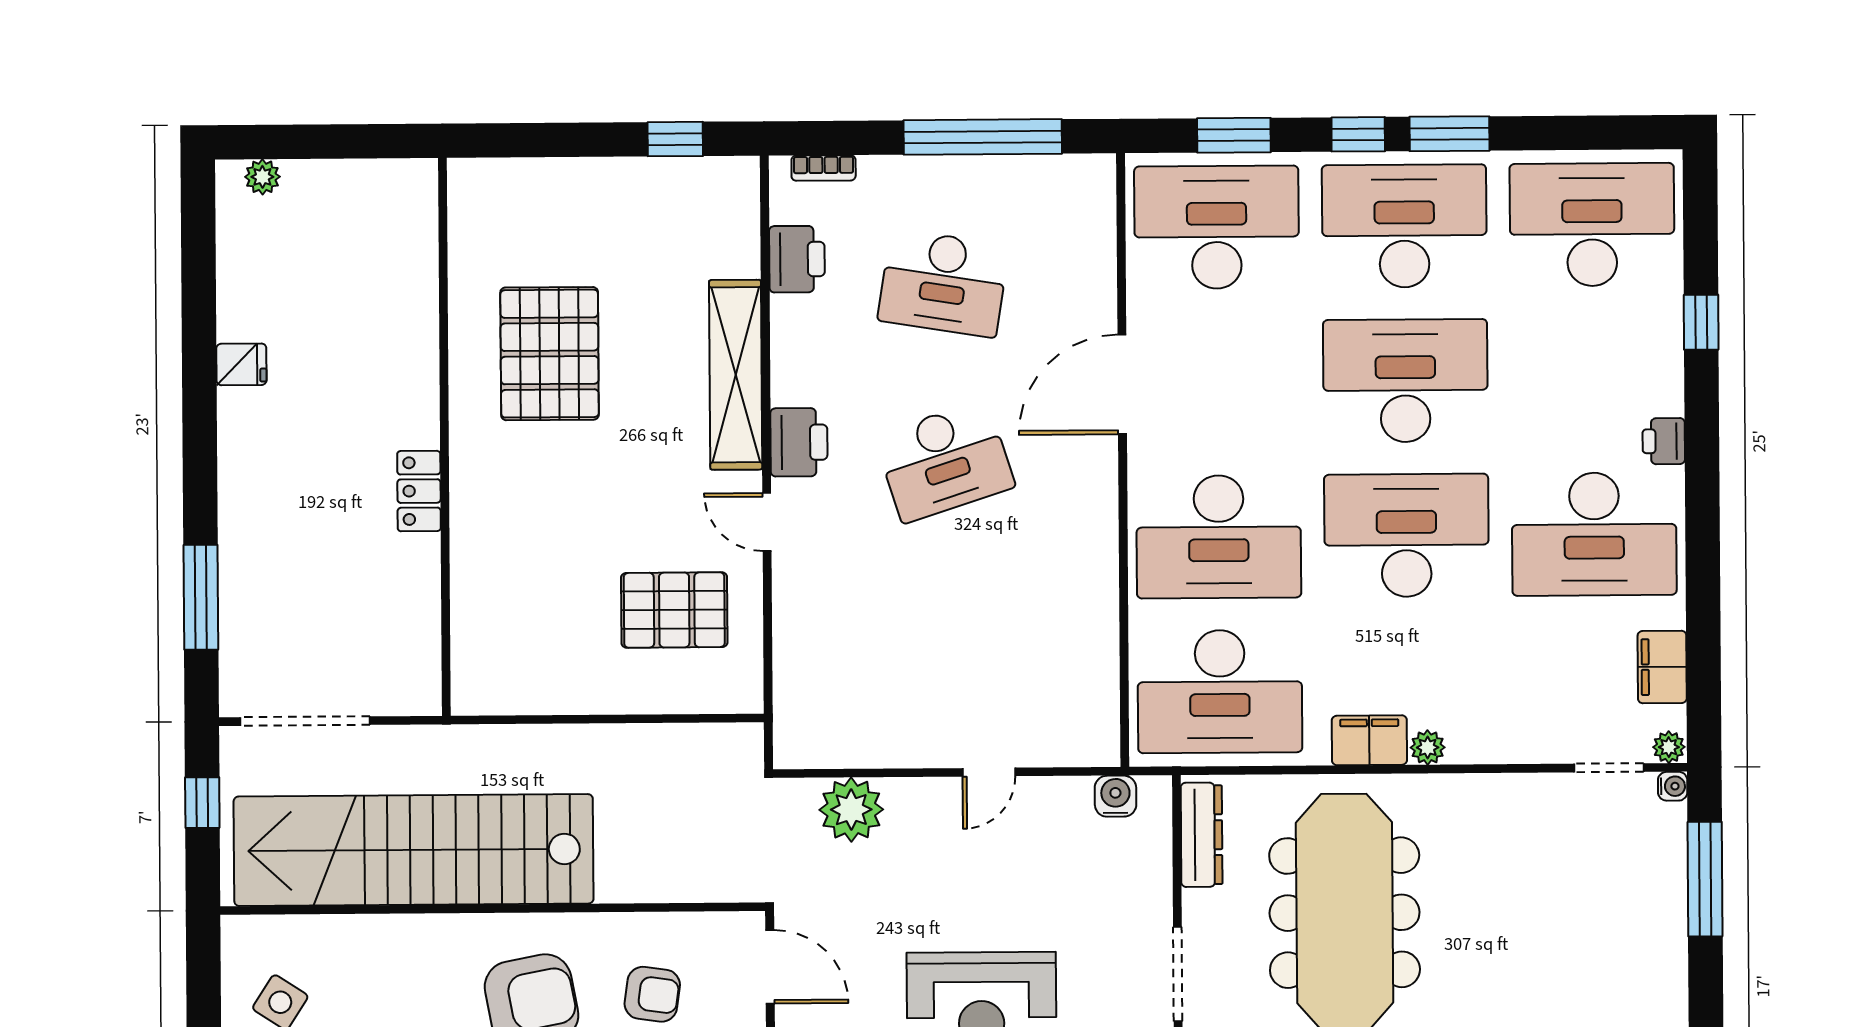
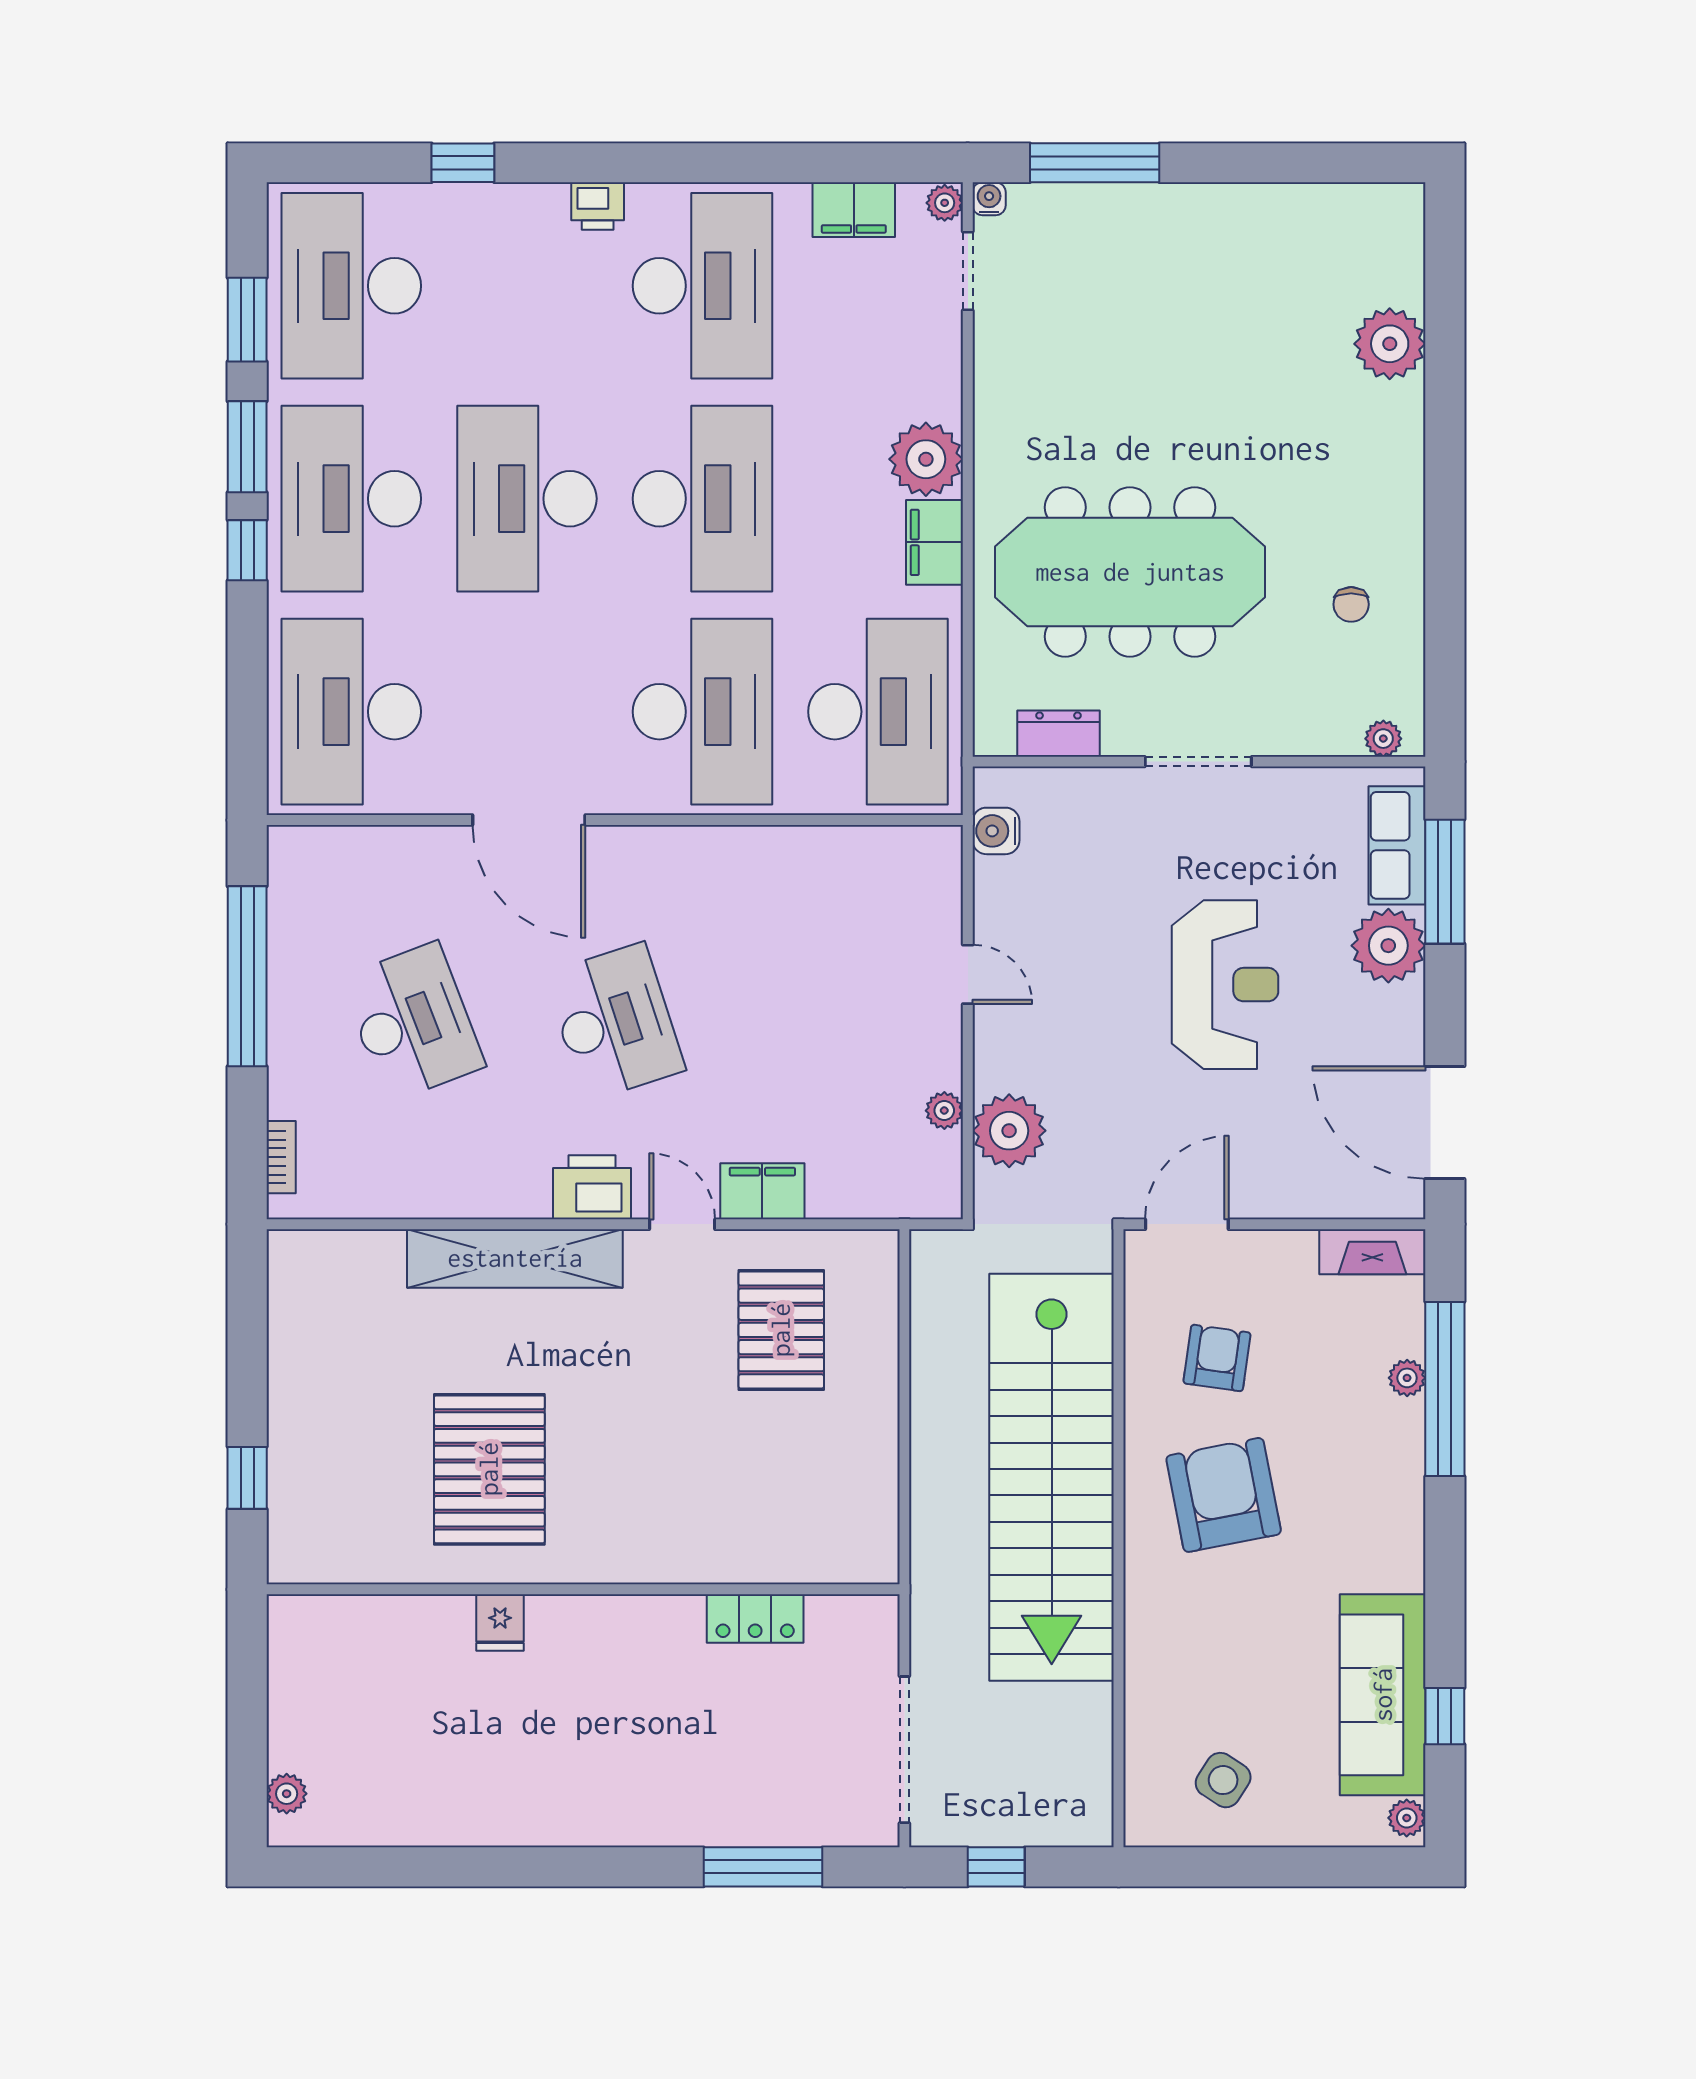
window: (1234, 135) -> (247, 320), moved
window: (675, 139) -> (247, 1478), moved
printer: (797, 259) -> (384, 1188), removed
desk: (943, 283) -> (412, 1022), turned -30
pallet: (550, 354) -> (489, 1469), turned 90
fridge: (241, 364) -> (500, 1622), moved, turned 180
locker: (419, 491) -> (755, 1619), moved
door: (767, 522) -> (682, 1224), swing flipped
desk: (1406, 535) -> (702, 499), turned 180
filing cabinet: (796, 592) -> (762, 1191), added
plant: (1428, 747) -> (926, 459), width x1.88, depth x1.88
plant: (869, 752) -> (944, 1111), added
dresser: (1202, 835) -> (1058, 734), width x0.70
stairs: (414, 850) -> (1052, 1477), moved

